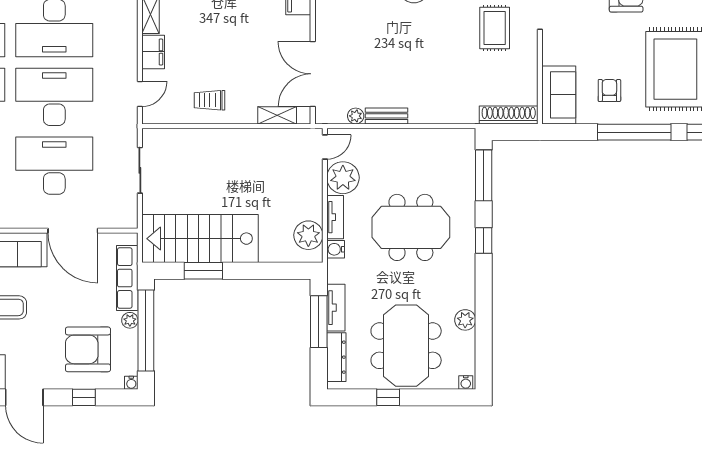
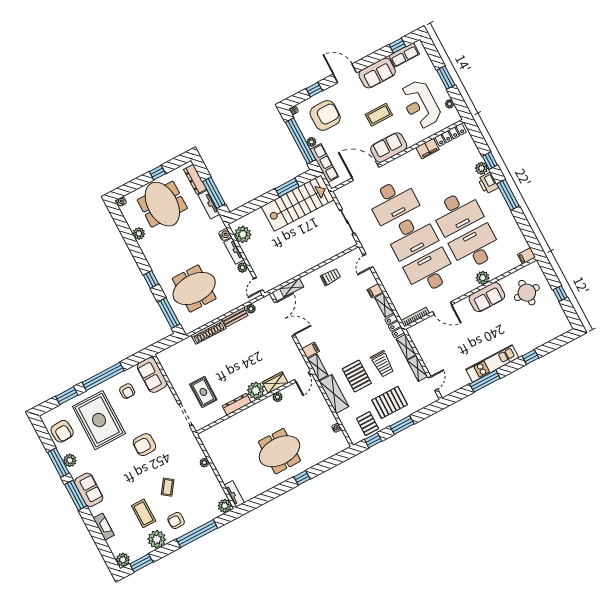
filing cabinet: (153, 52) -> (375, 291), width x0.50
shoe rack: (509, 115) -> (209, 332), moved
plant: (343, 178) -> (242, 268), width x0.53, depth x0.53
meeting table: (411, 227) -> (194, 288), moved

